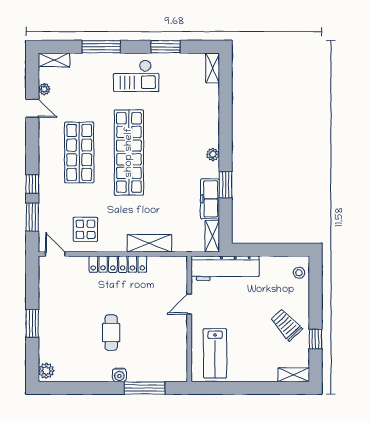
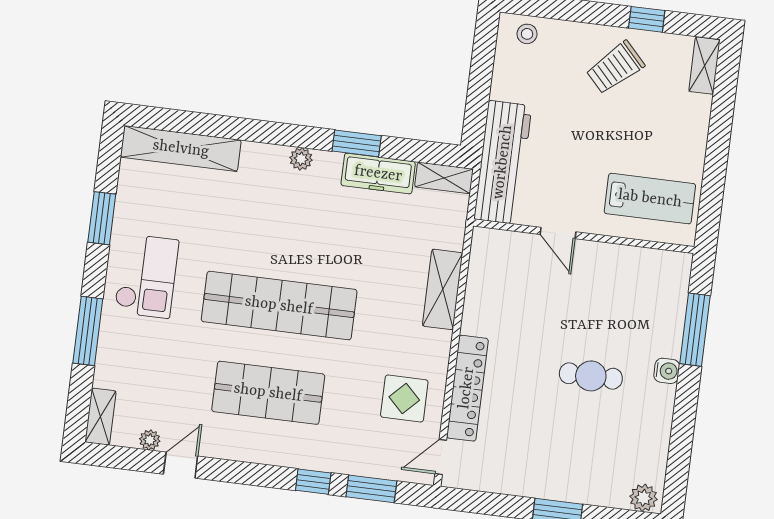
shelving: (213, 68) -> (181, 149), width x2.20, depth x1.33
locker: (118, 264) -> (467, 388), moved

